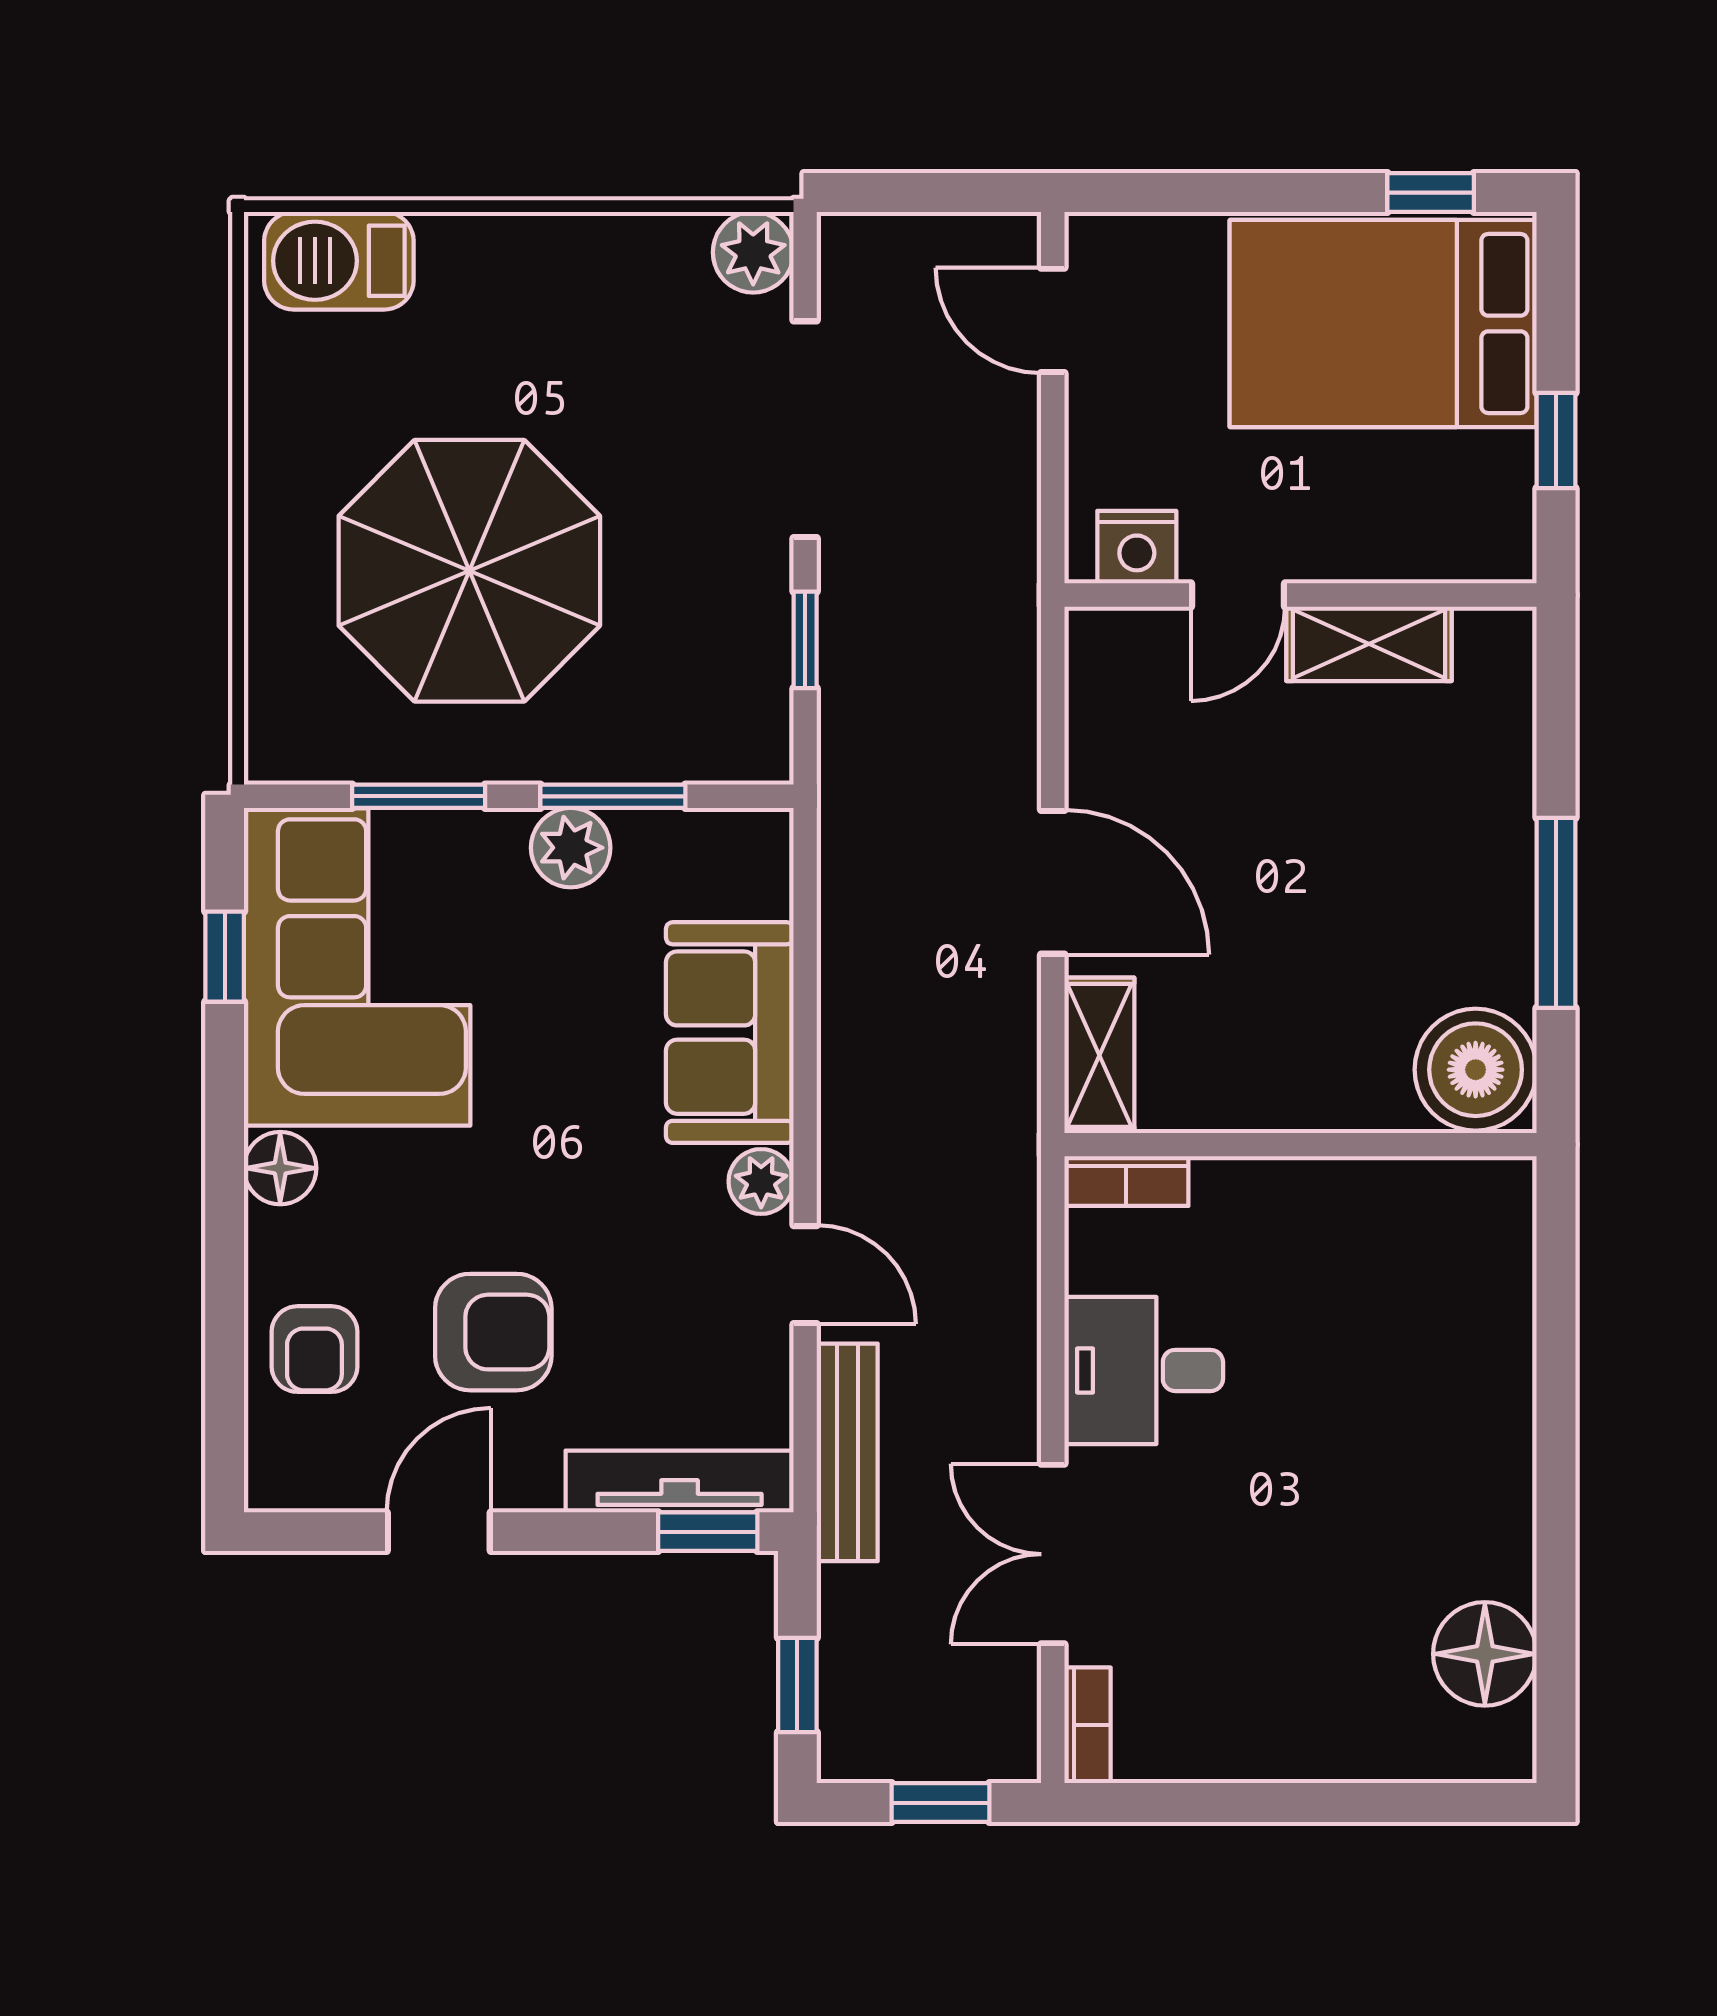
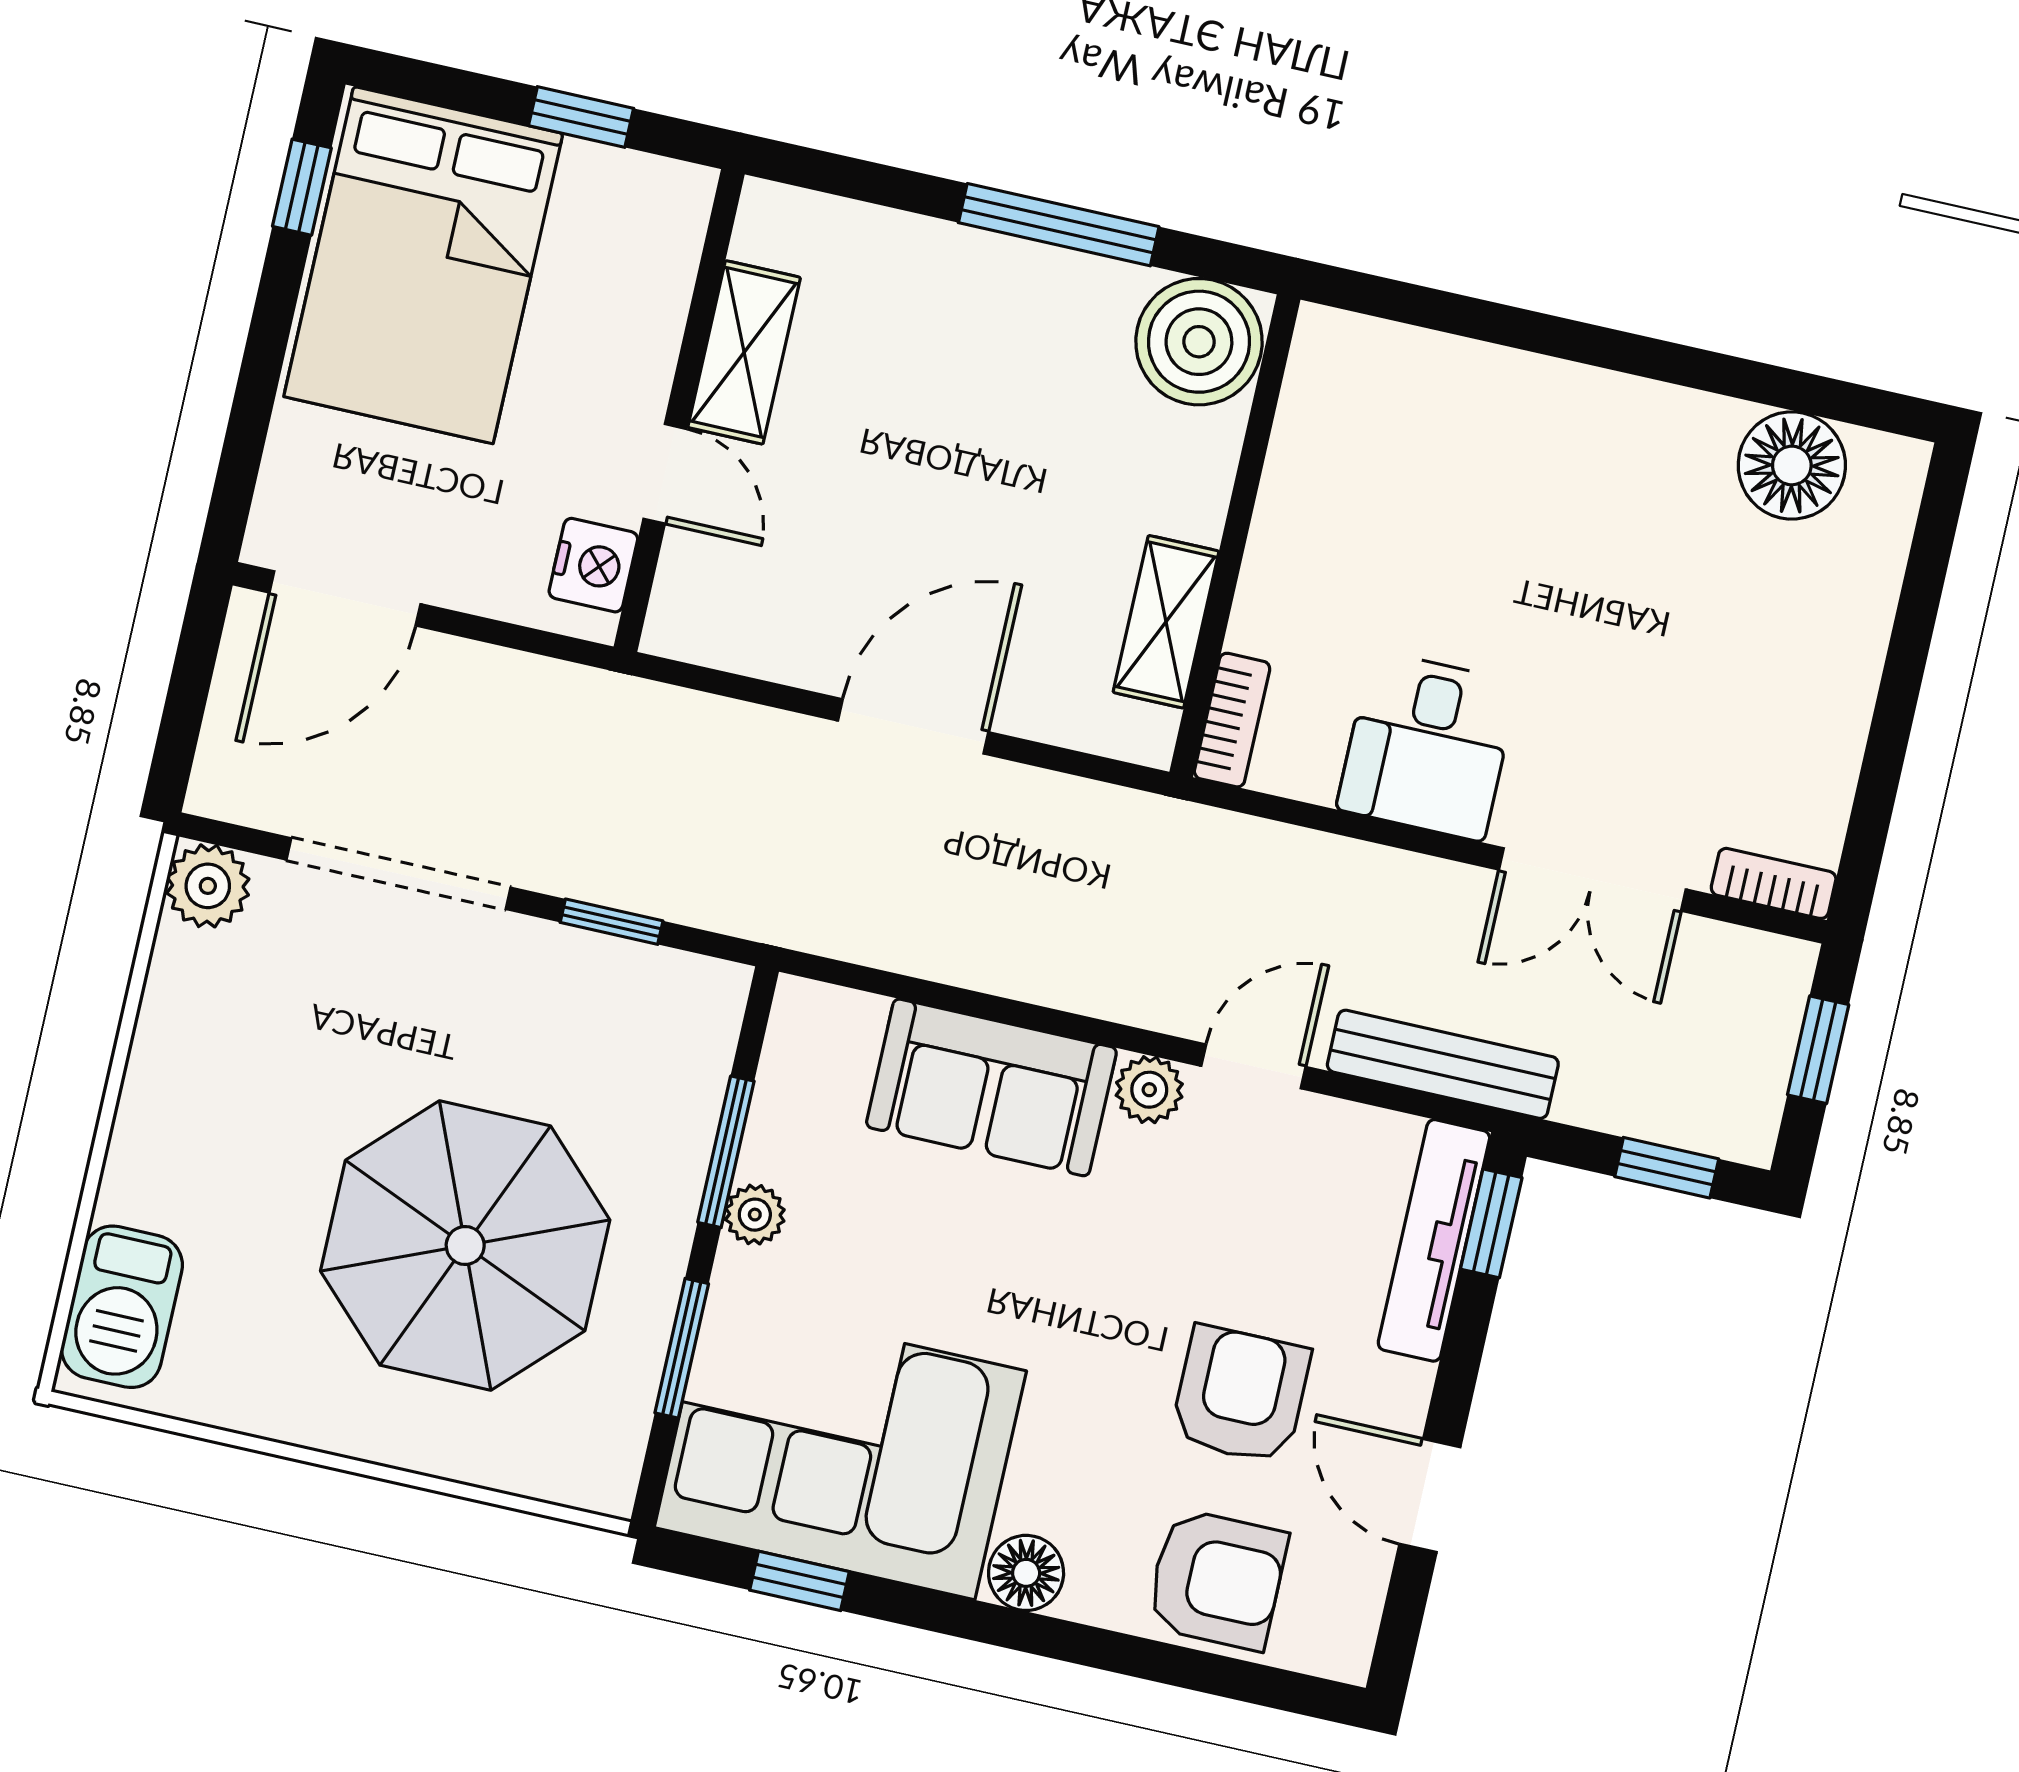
door: (1053, 320) -> (345, 598), width x1.38
plant: (571, 848) -> (755, 1215), width x0.73, depth x0.73
shelving: (1099, 1055) -> (1166, 622), moved, turned 90
armchair: (314, 1349) -> (1217, 1579), width x1.38, depth x1.38

